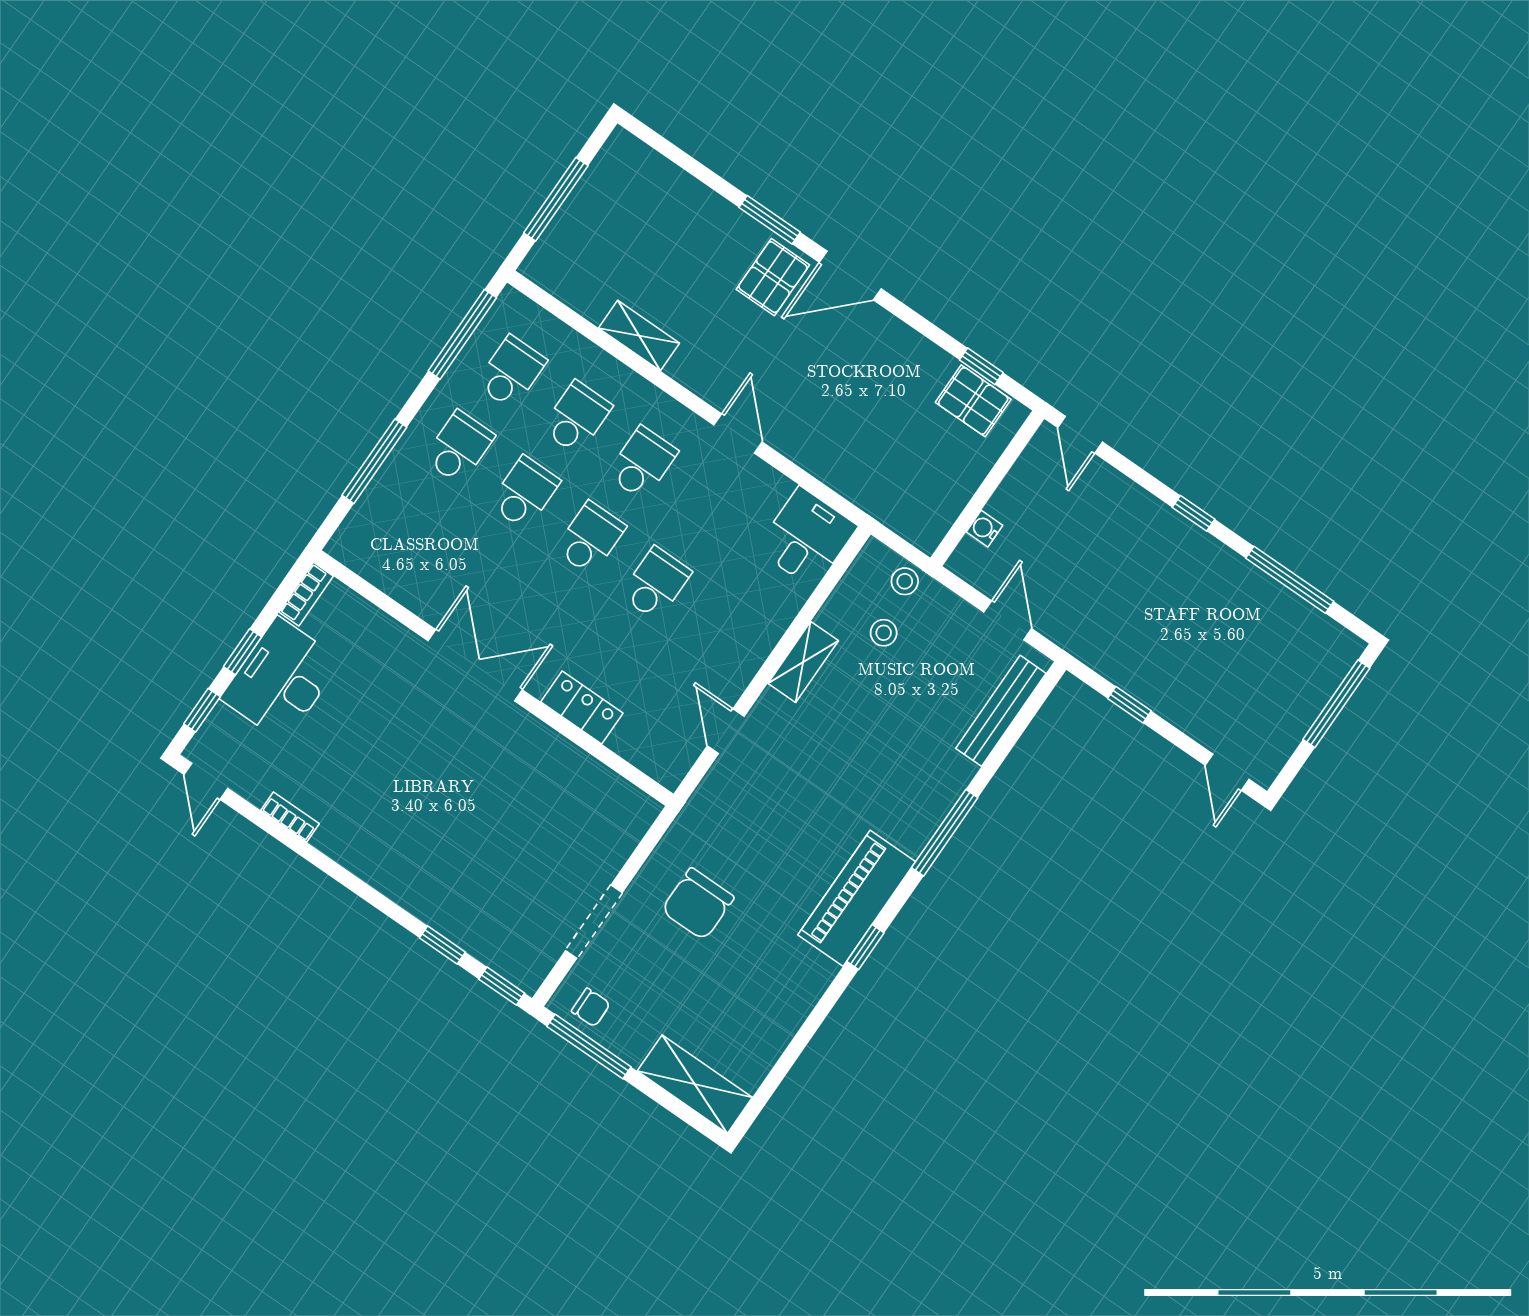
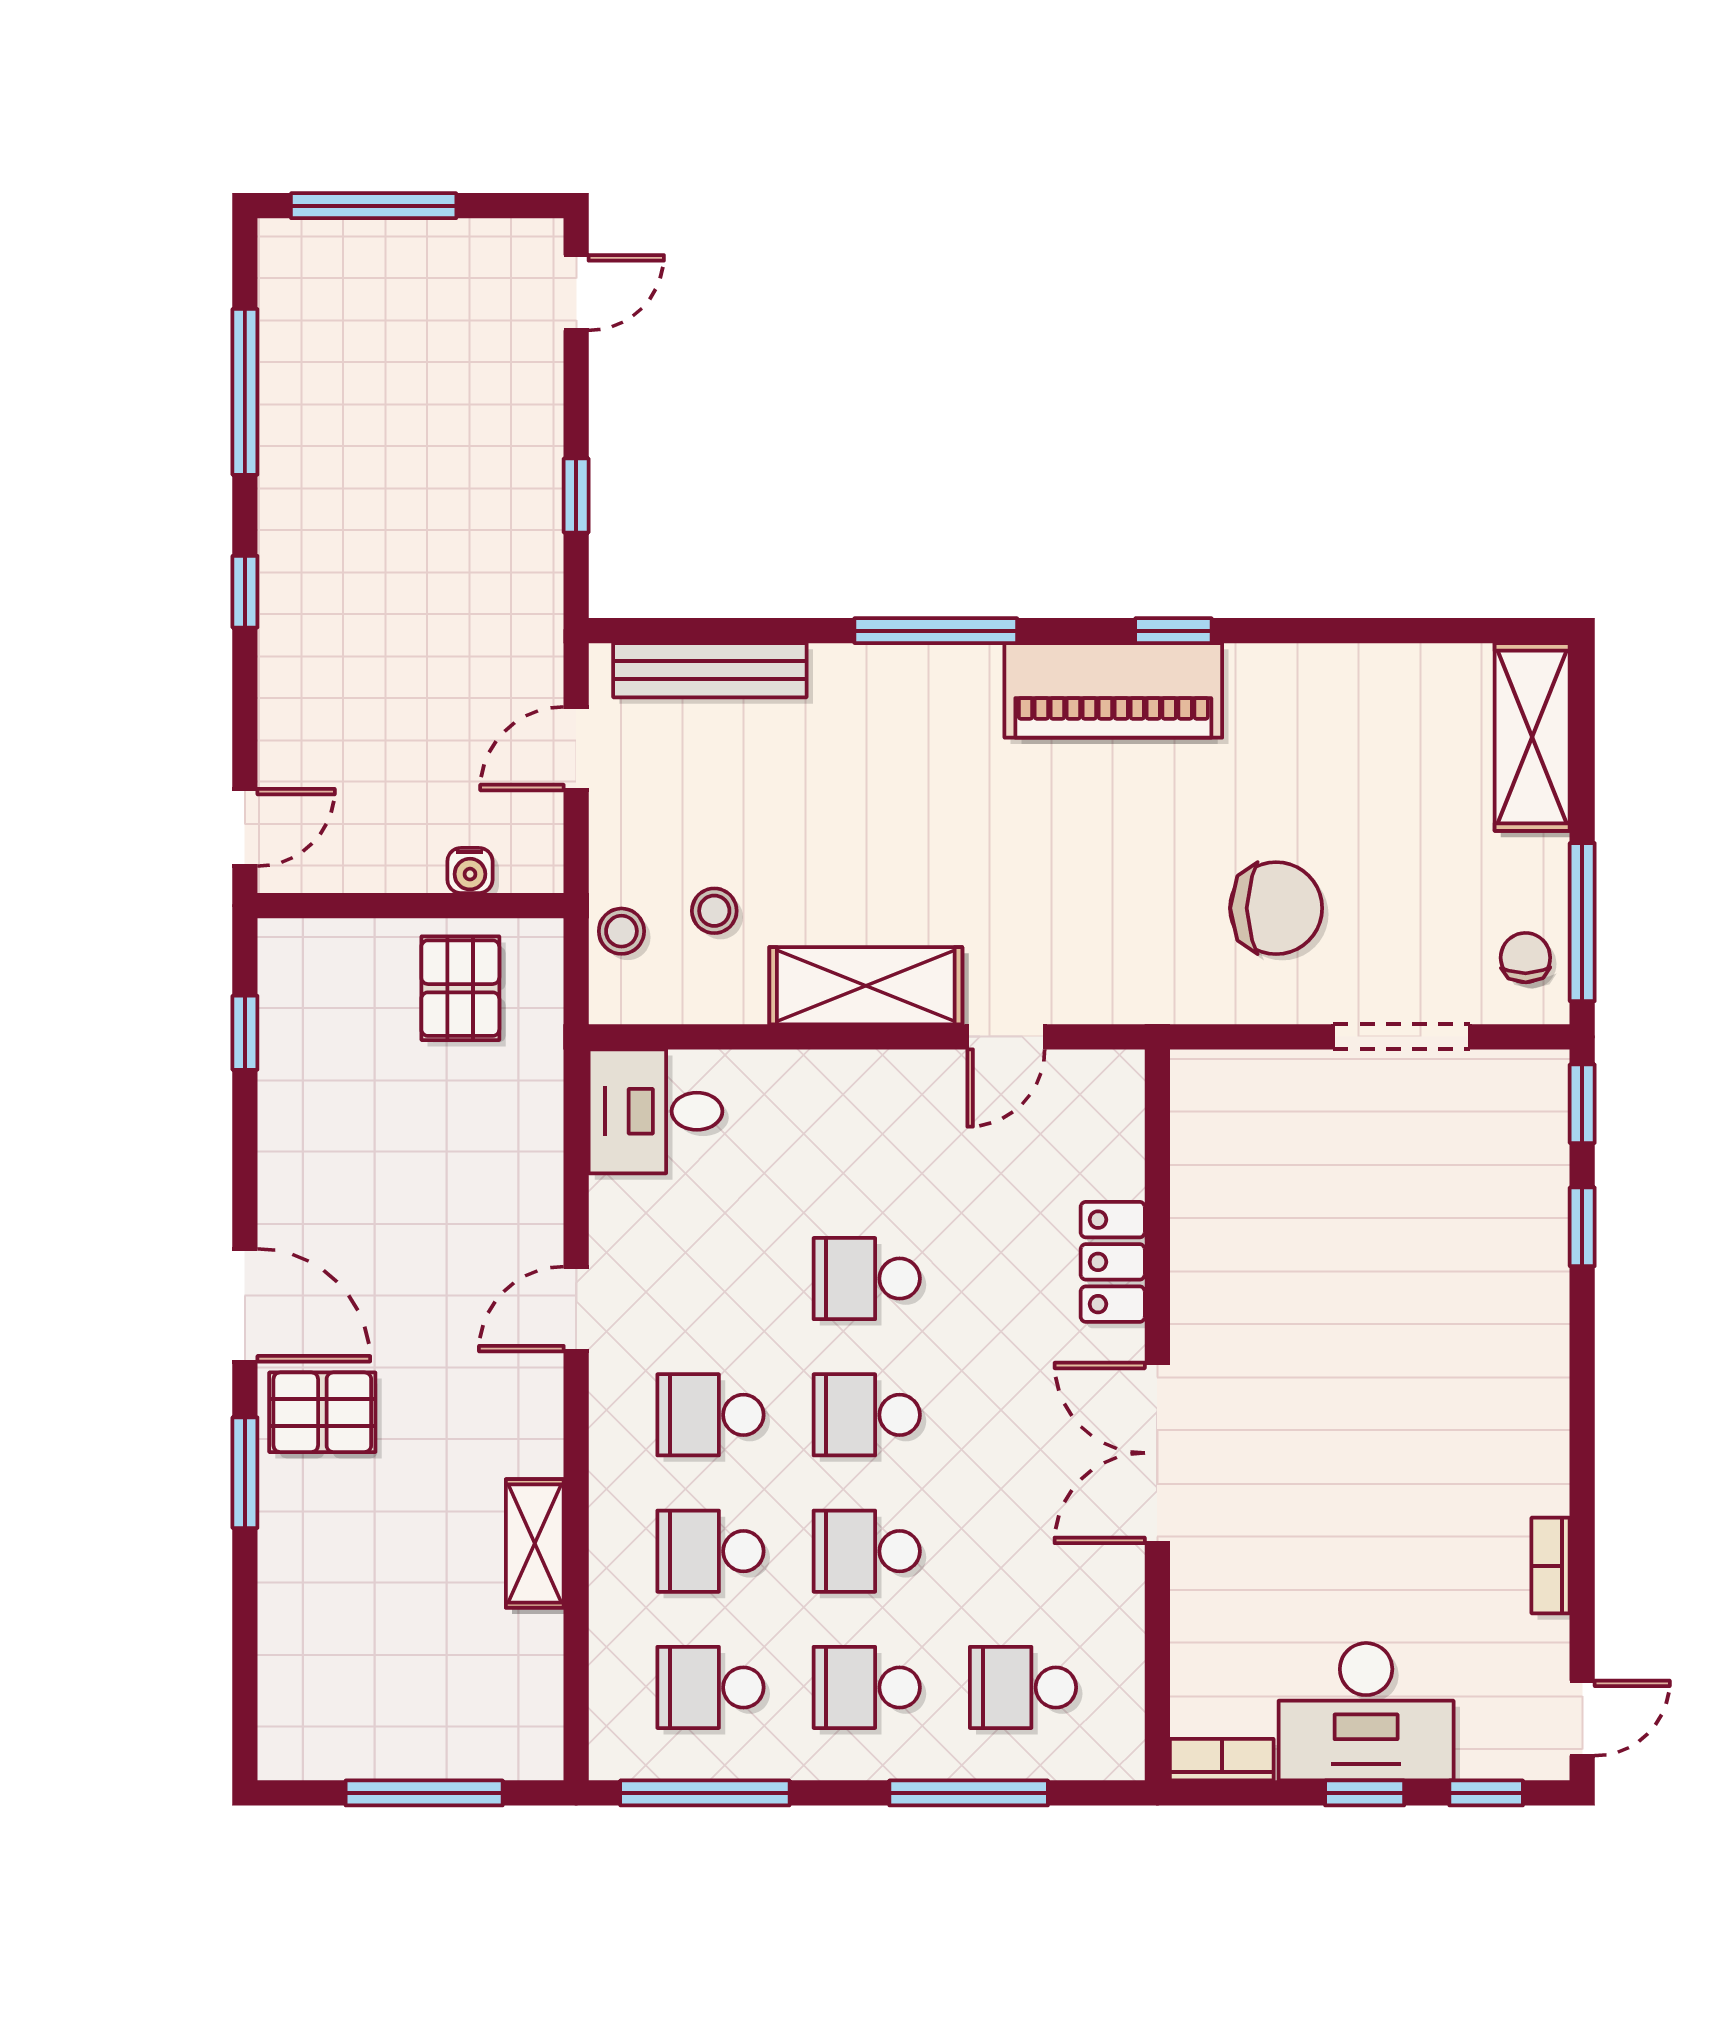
pallet: (973, 401) -> (460, 988), moved
school desk: (407, 523) -> (1023, 1687), added
shelving: (803, 662) -> (866, 986), width x1.50, depth x1.33

